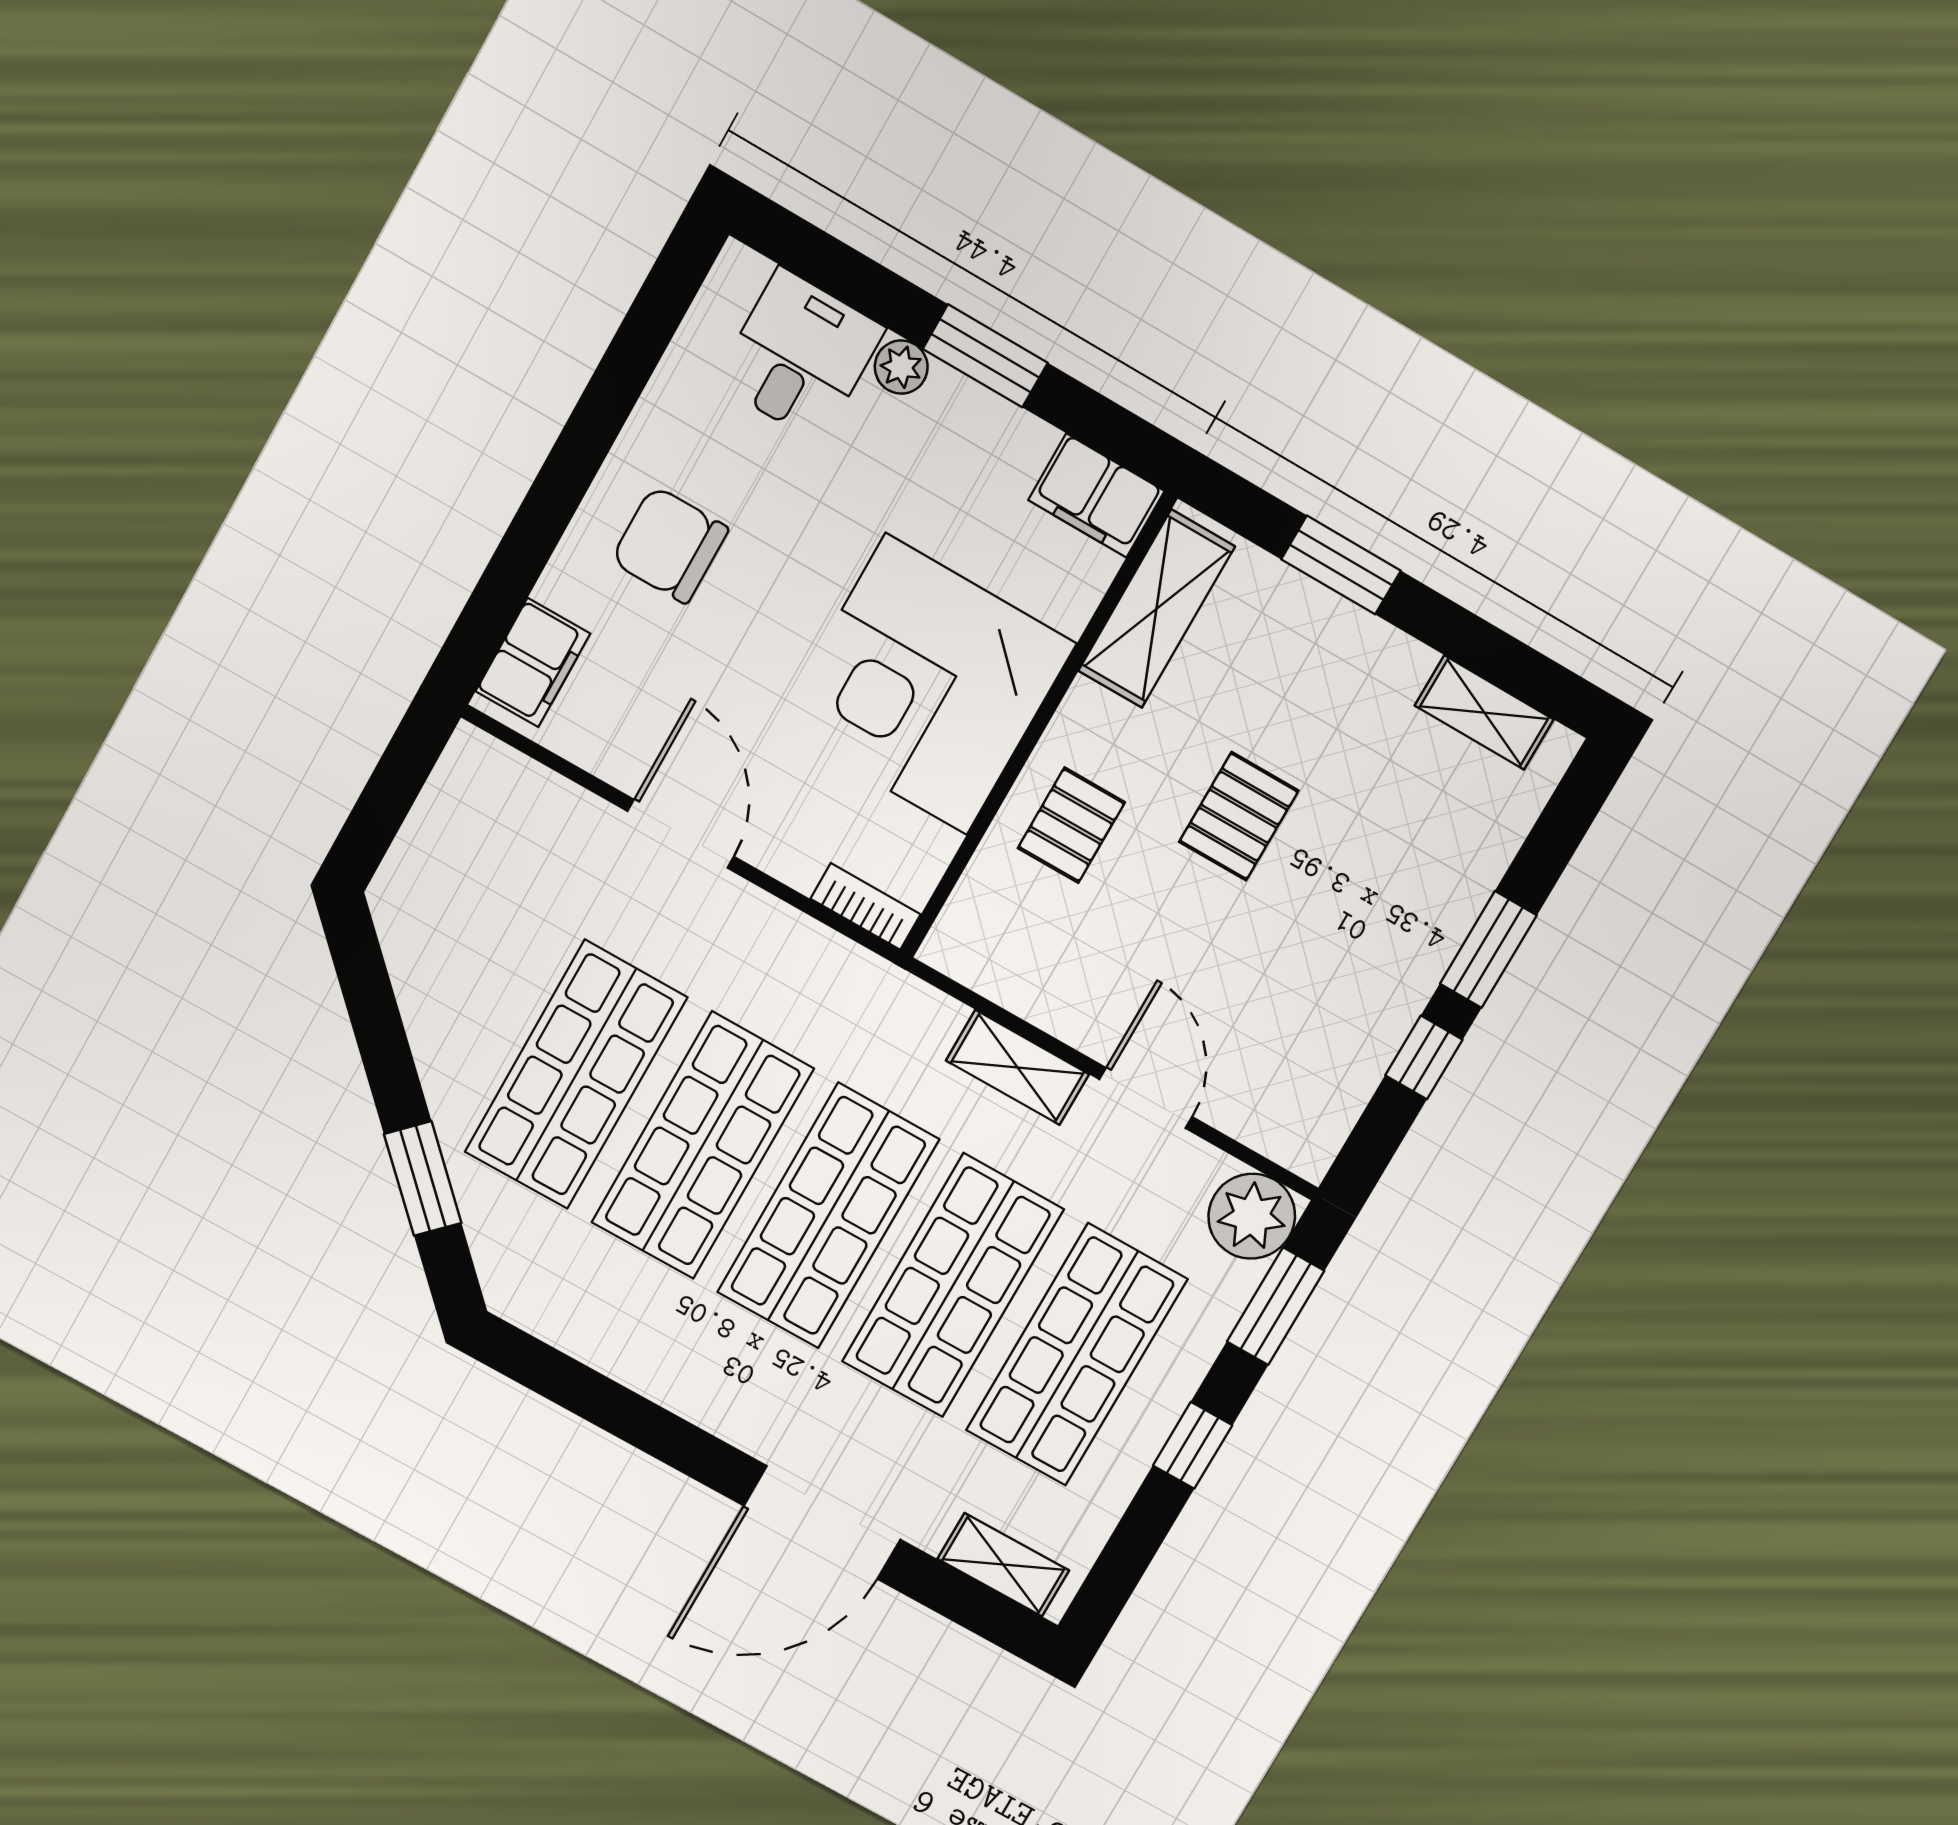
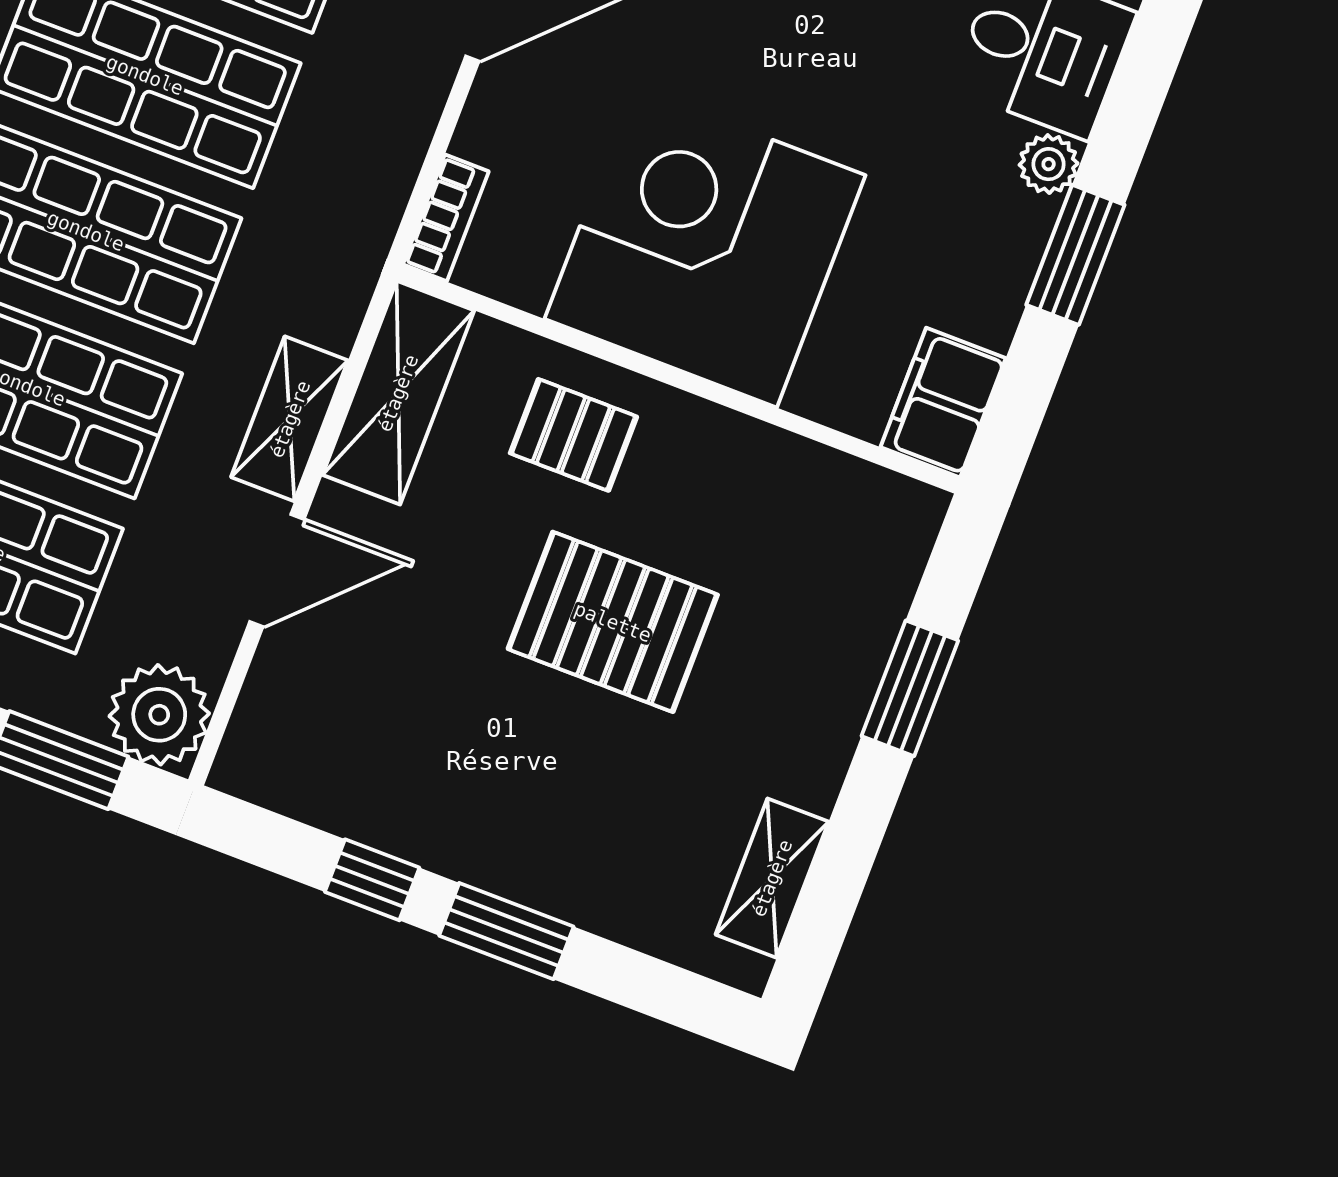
shelving: (1157, 609) -> (398, 393), moved, turned 90
pallet: (1239, 816) -> (613, 622), width x1.50, depth x1.42

